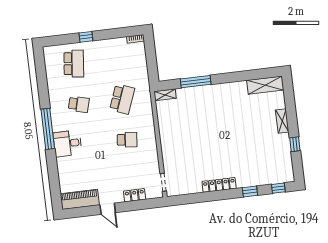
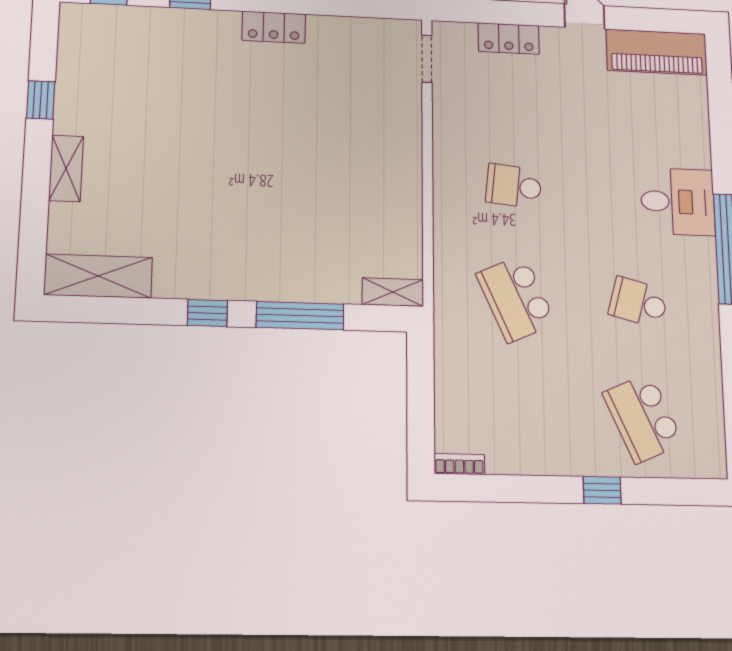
school desk: (74, 64) -> (643, 418), turned -30
window: (227, 78) -> (207, 313), added
school desk: (122, 99) -> (516, 299), turned -45
locker: (219, 185) -> (274, 27), width x0.66

